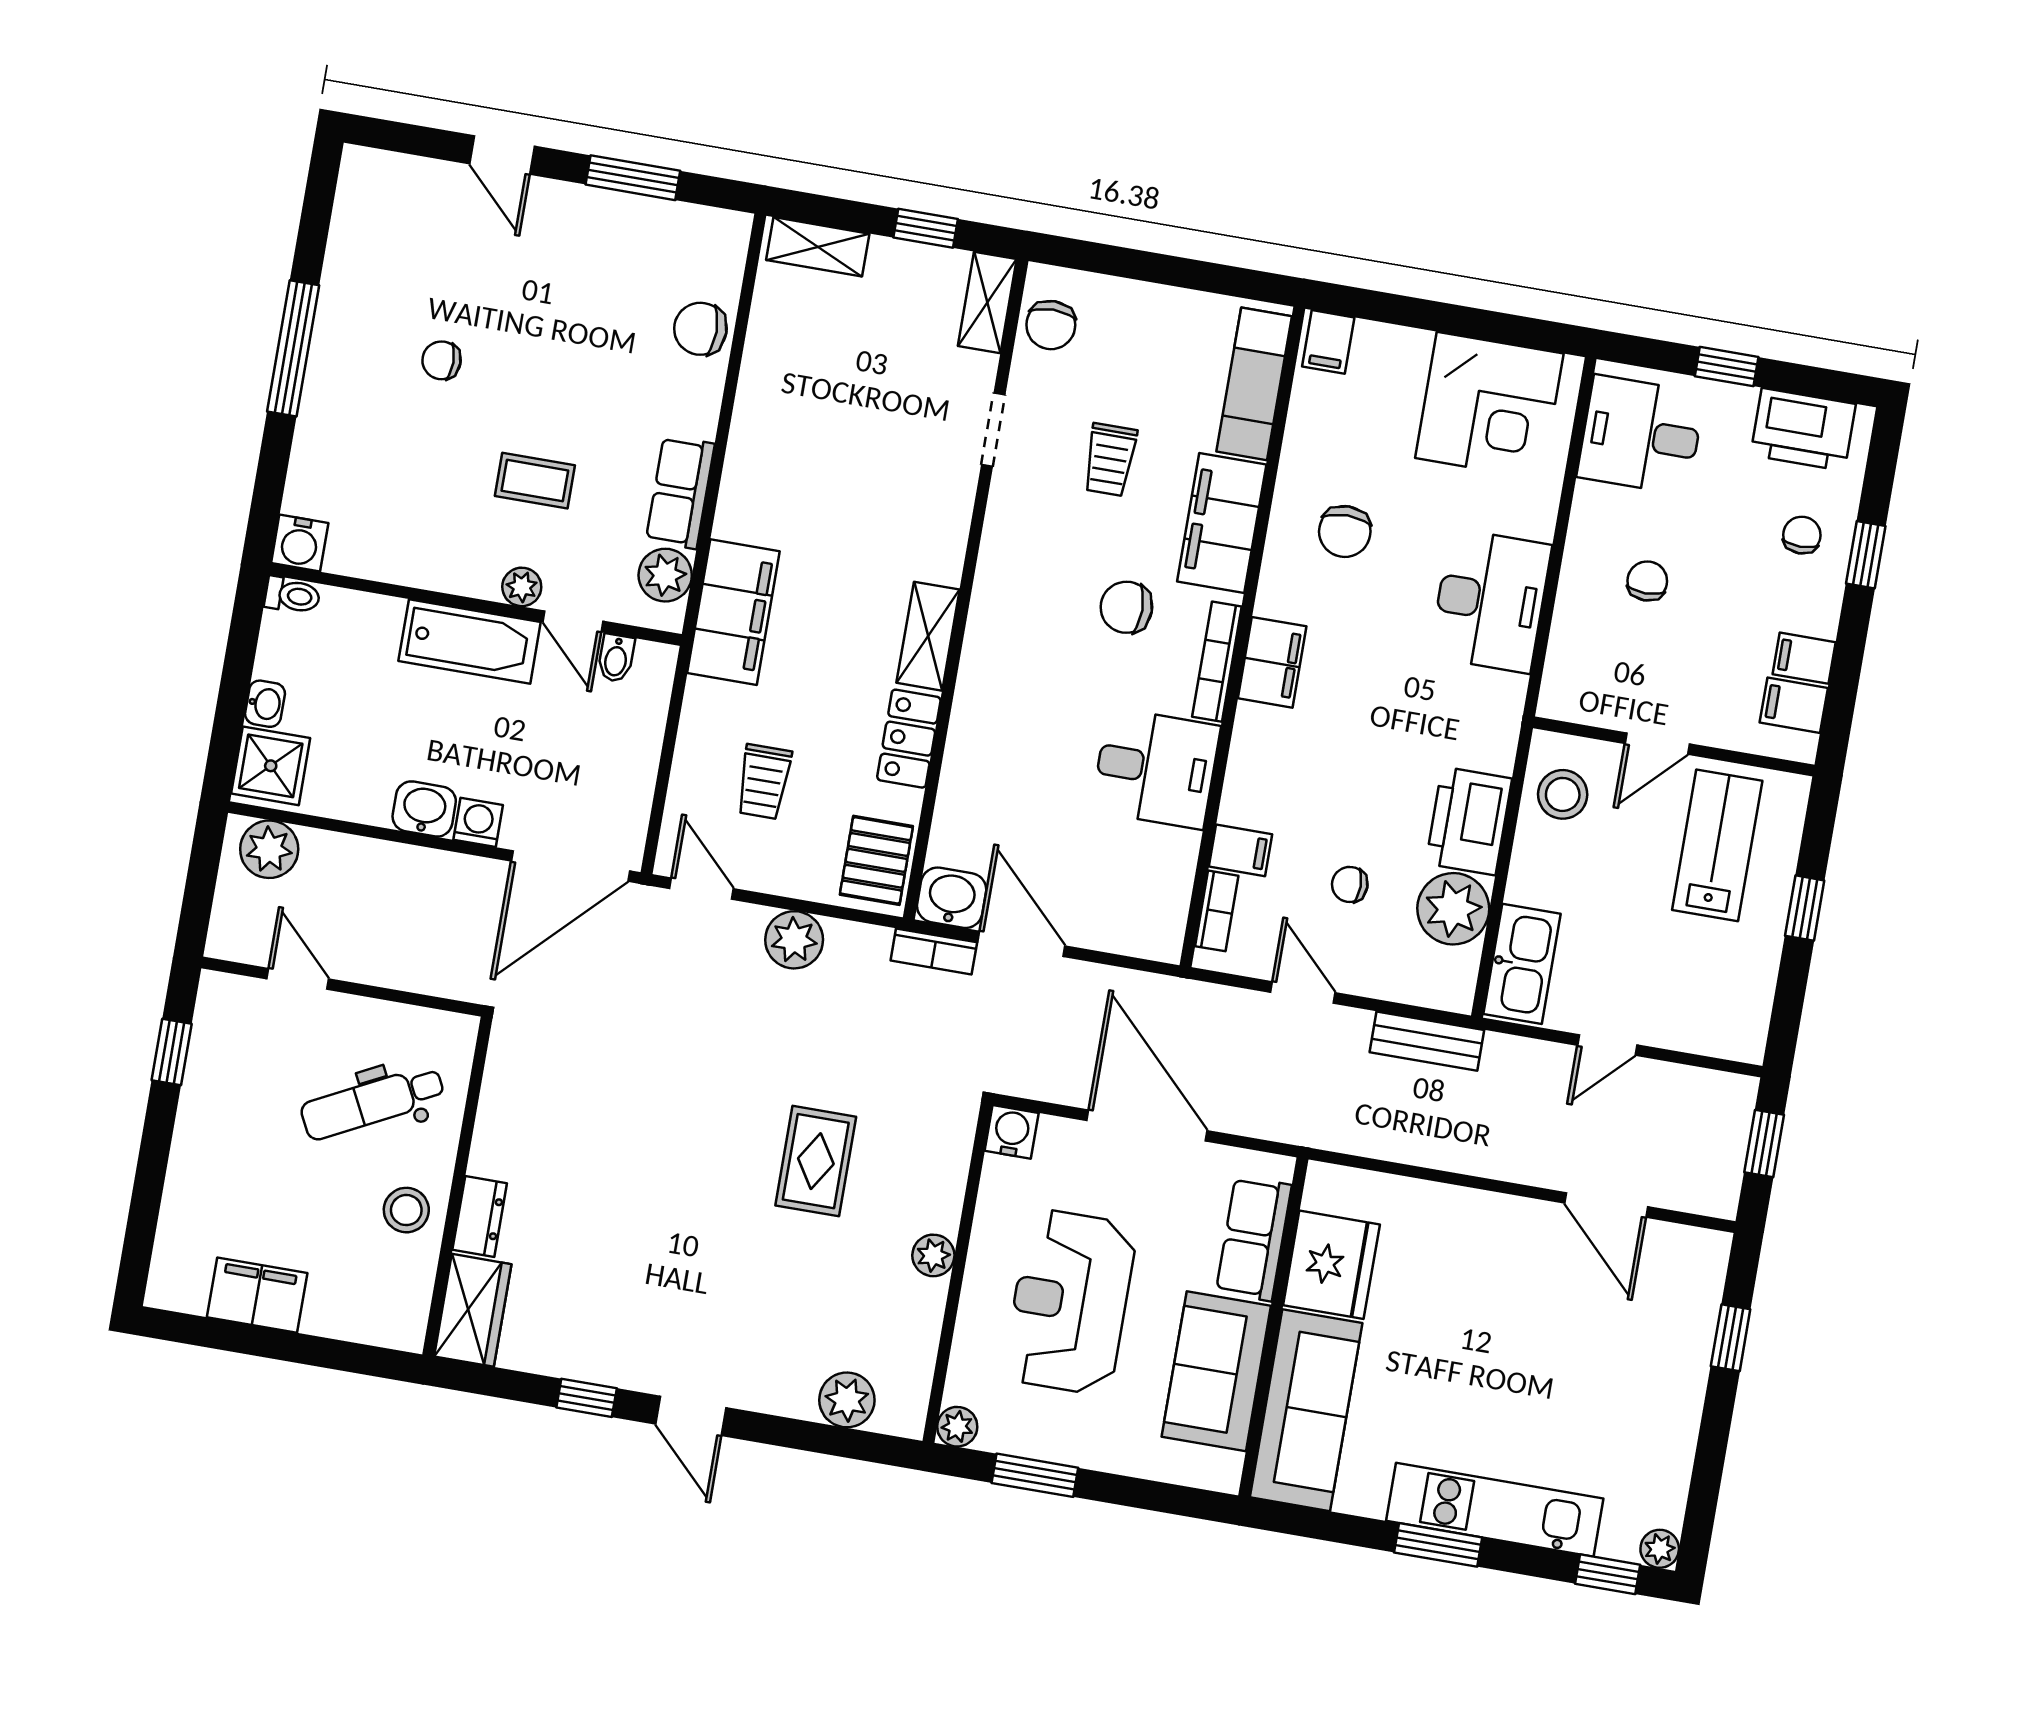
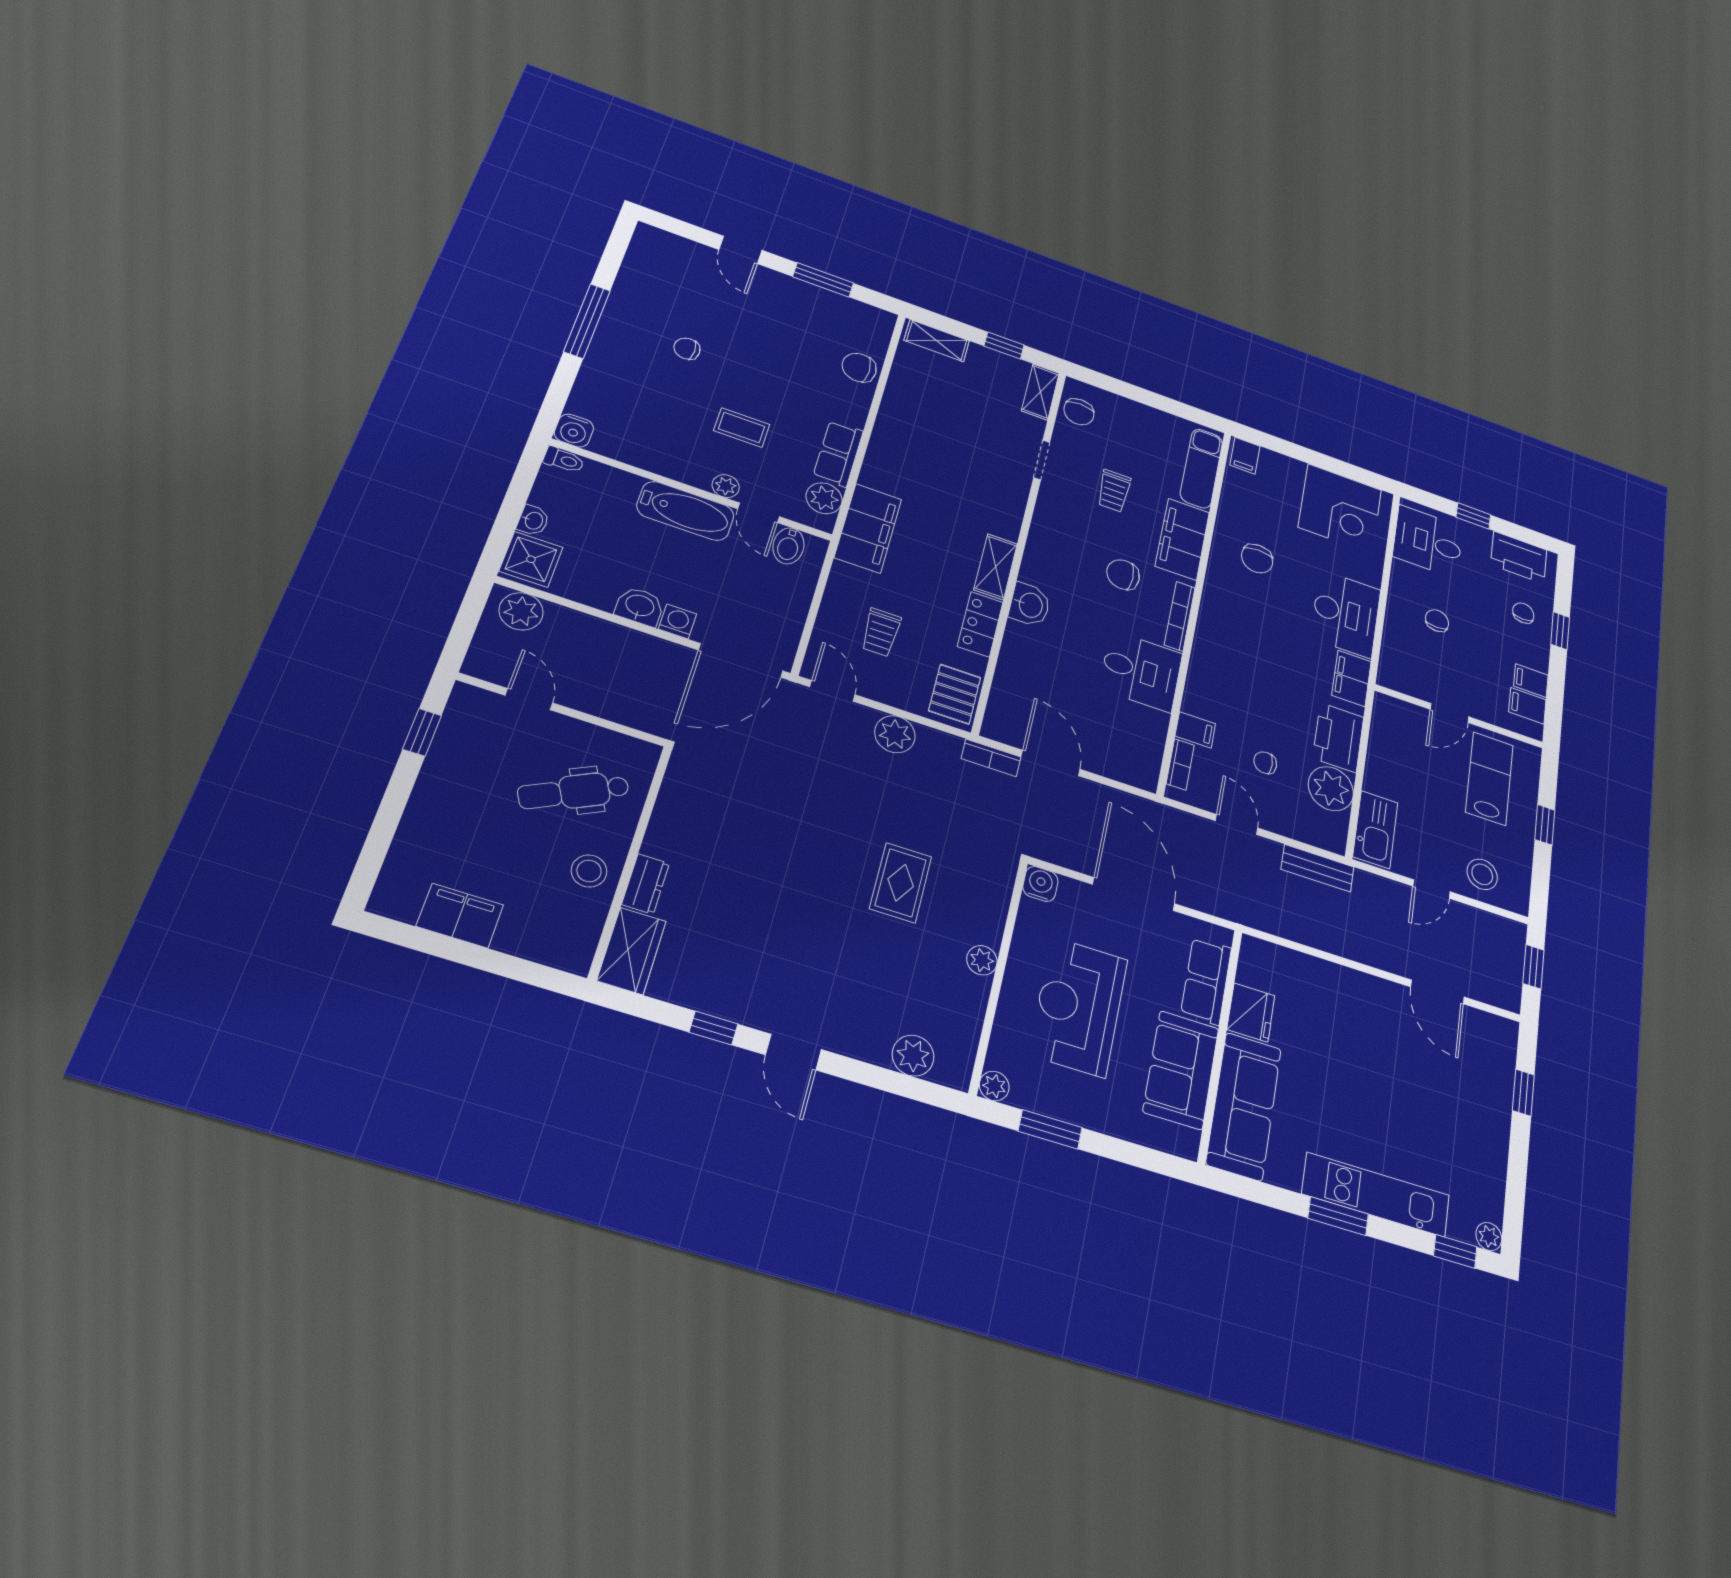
bidet: (616, 658) -> (788, 546), width x1.38, depth x1.36
filing cabinet: (1272, 662) -> (1351, 678), moved, turned 180
stool: (1563, 794) -> (1482, 874), moved
washbasin: (952, 898) -> (1030, 605), moved, turned 90
fridge: (1331, 1265) -> (1251, 1012), width x0.73, depth x0.75

